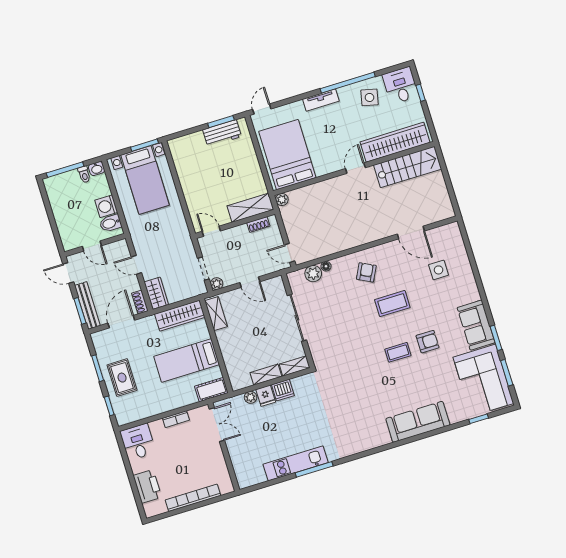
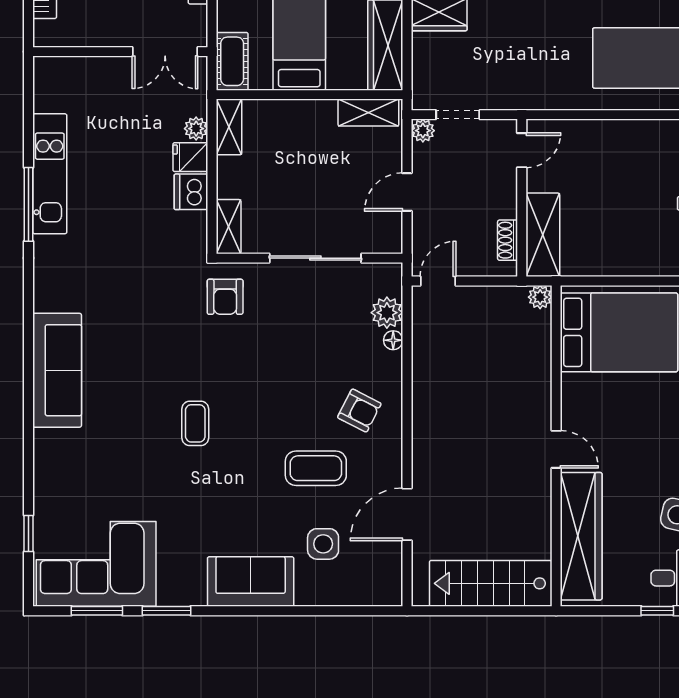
stairs: (408, 167) -> (491, 583), moved, turned 90
coffee table: (392, 304) -> (316, 468), moved, turned 90
sofa: (476, 325) -> (251, 582), moved
armchair: (427, 342) -> (225, 297), moved
shelving: (266, 375) -> (229, 127), moved
sofa: (418, 422) -> (57, 370), moved

